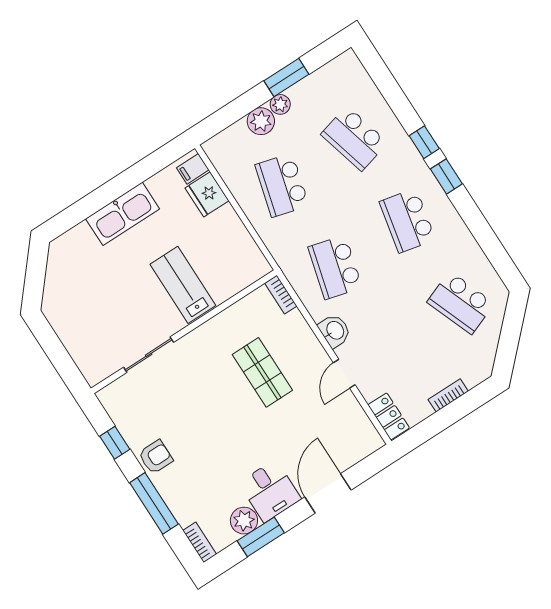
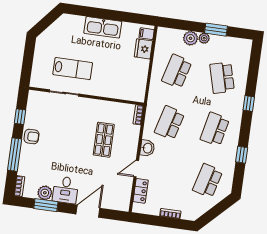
window: (446, 176) -> (242, 155), moved
lab bench: (183, 285) -> (73, 69), moved, turned 90
school desk: (461, 303) -> (208, 181), turned 36
locker: (389, 416) -> (141, 191), moved

